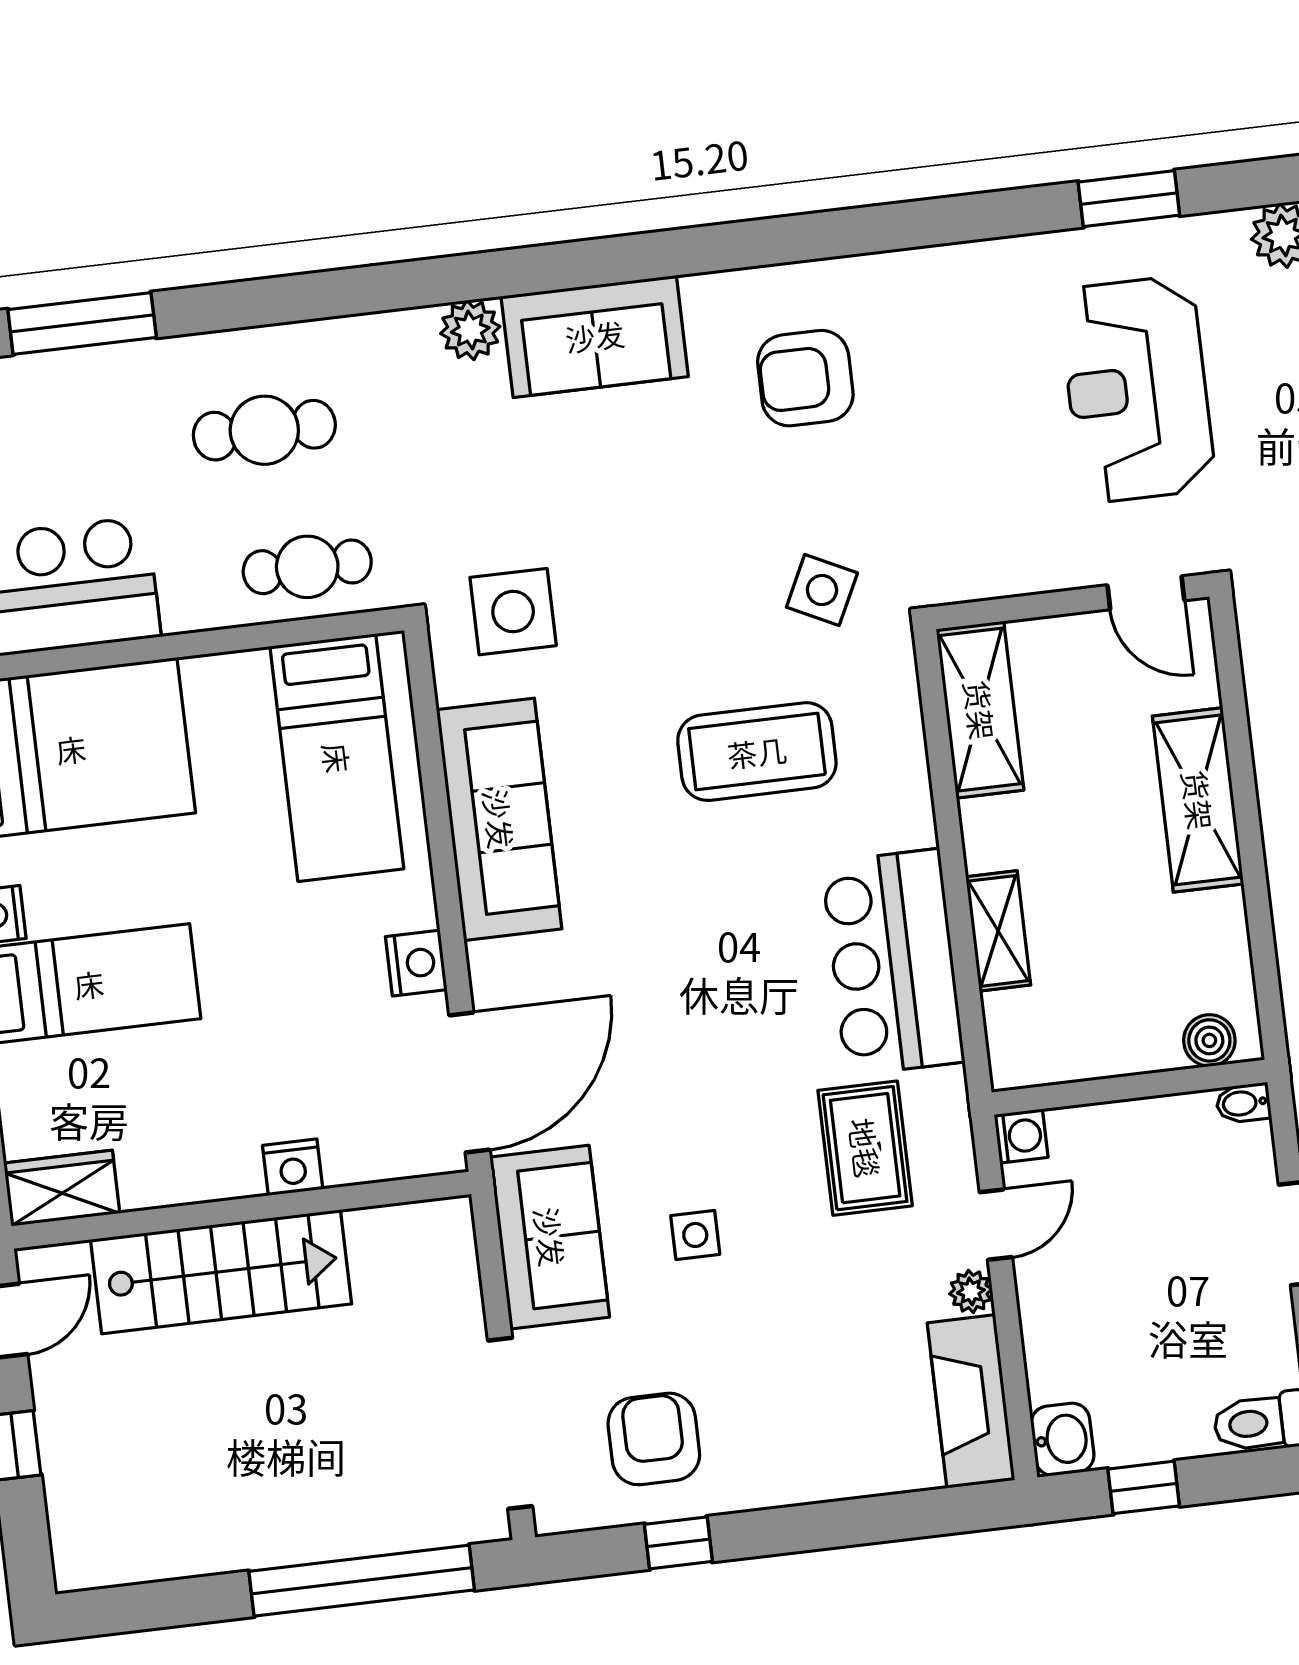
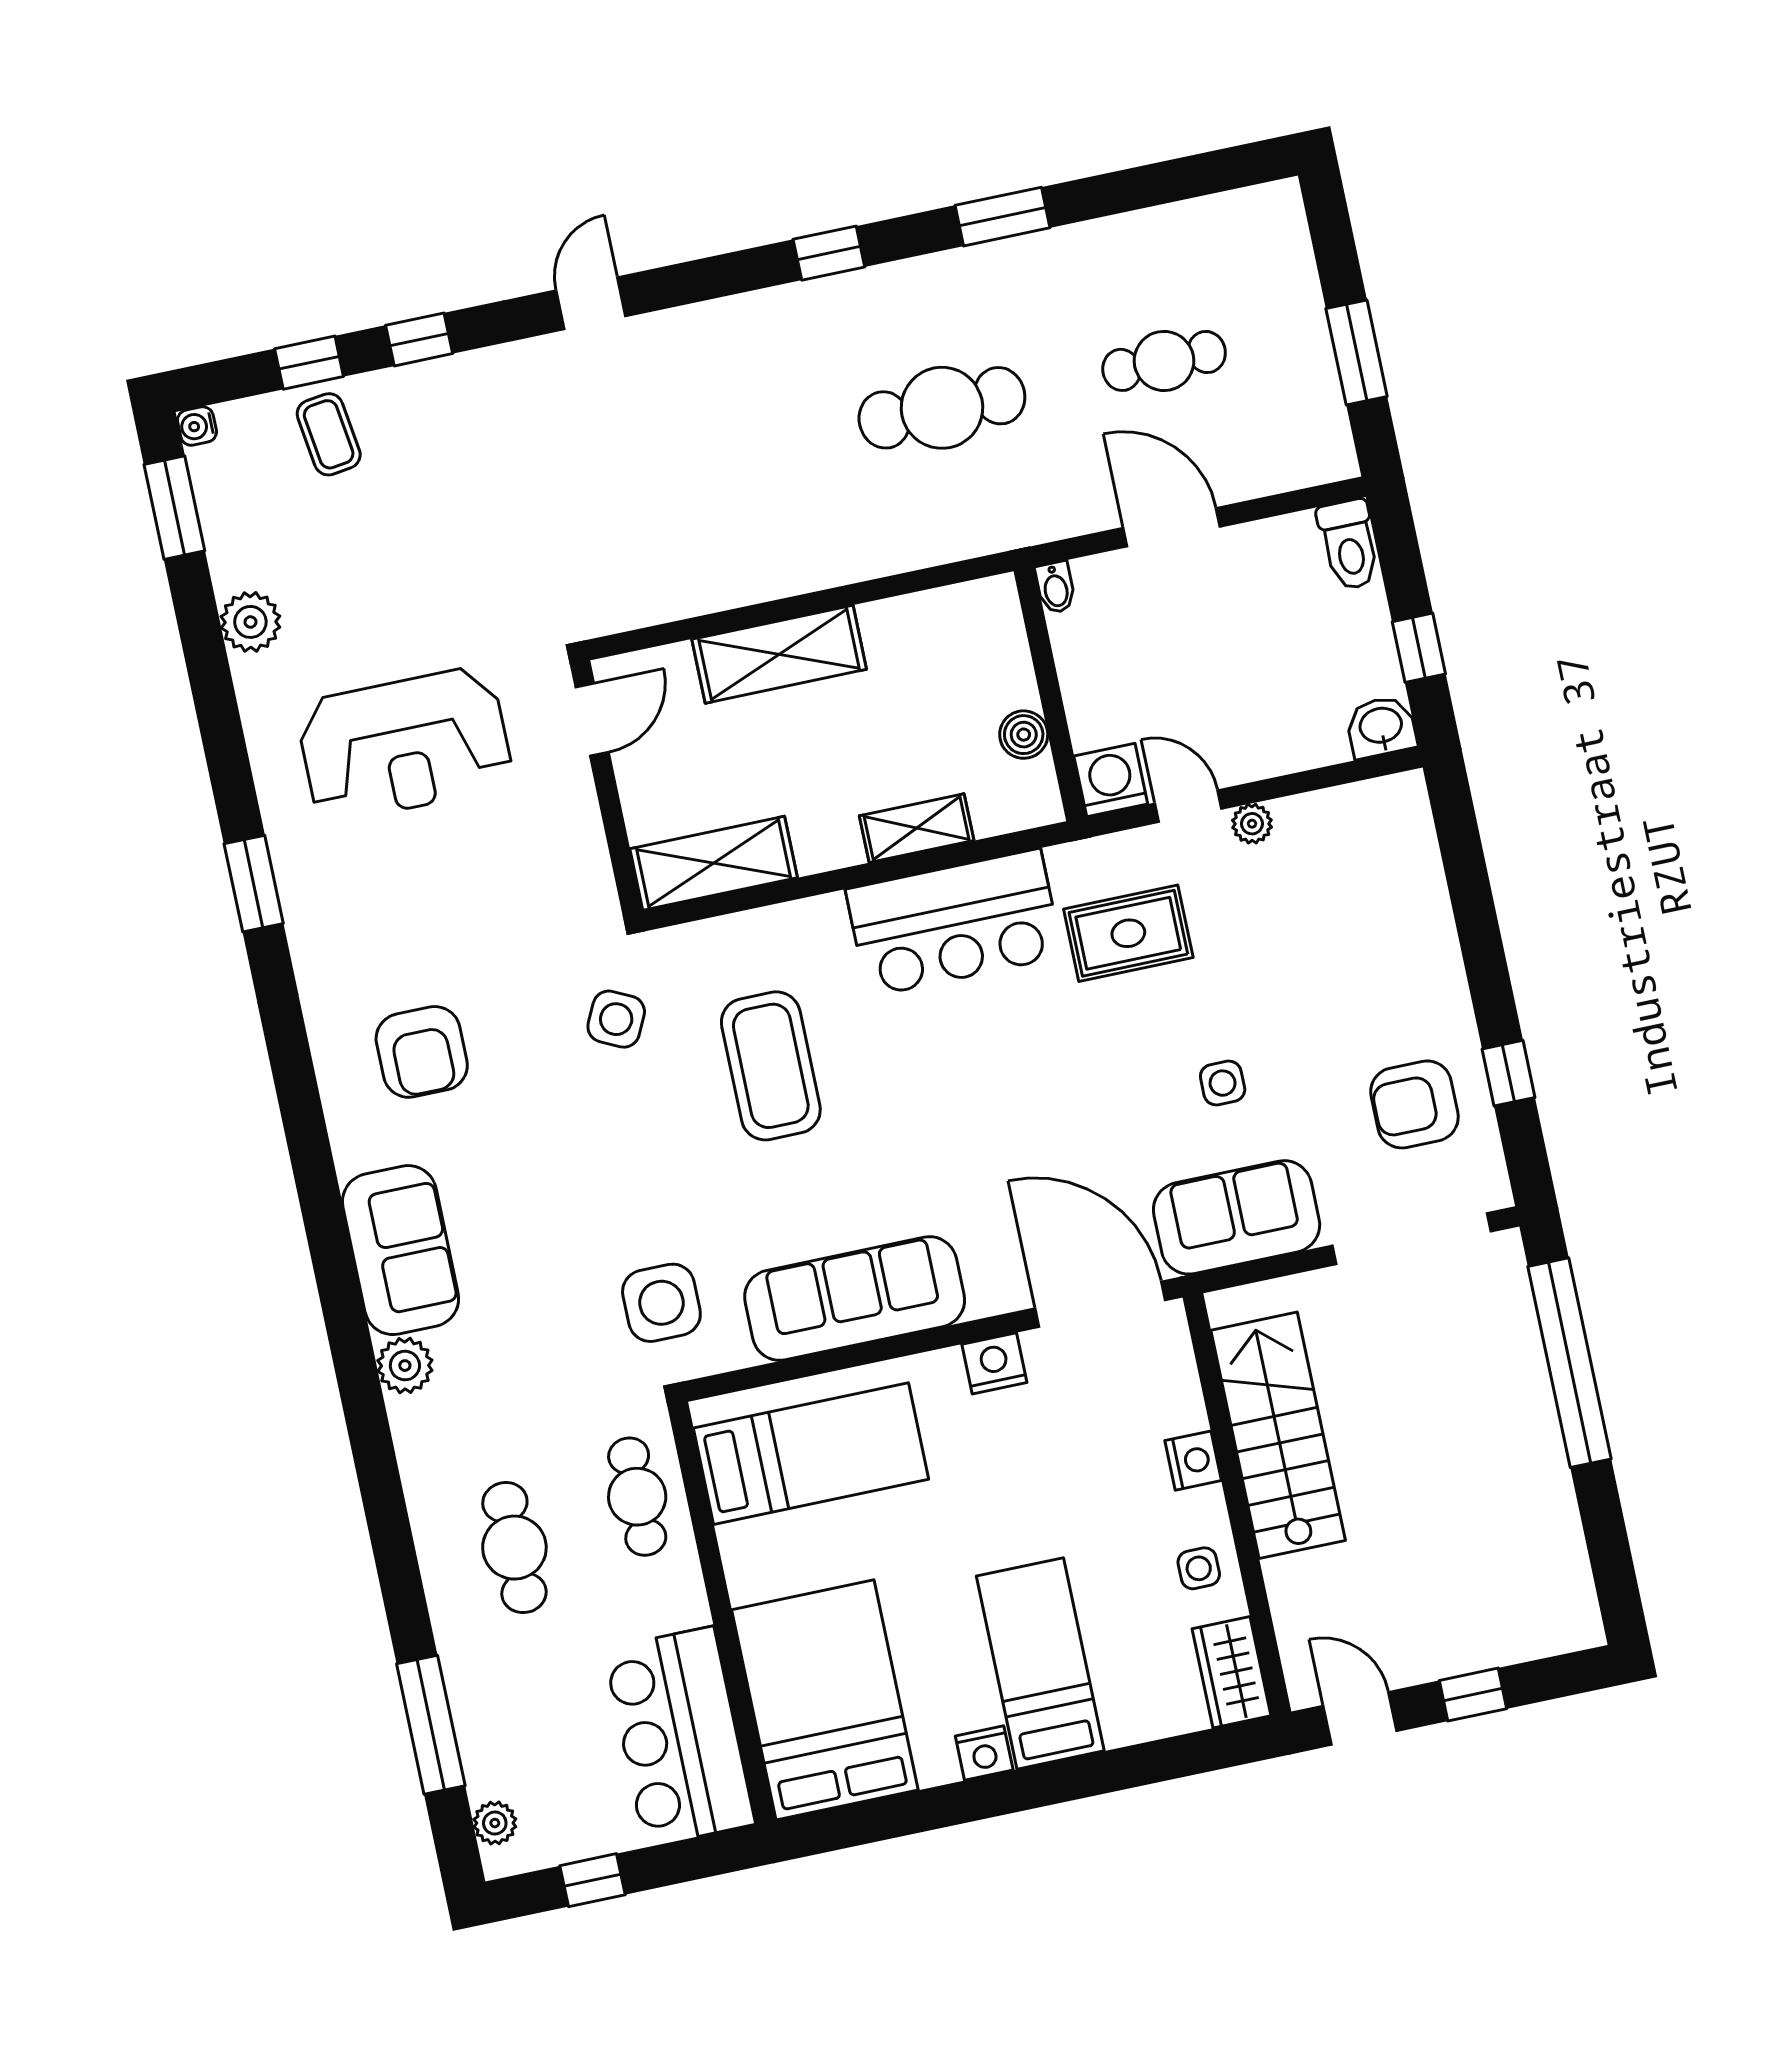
window: (1129, 199) -> (254, 884), moved
boiler: (1209, 1040) -> (1024, 735), moved
washing machine: (1021, 1136) -> (1111, 780), width x1.38, depth x1.38
side table: (176, 1163) -> (1199, 1568), added
stairs: (221, 1272) -> (1278, 1435), moved
fireplace: (971, 1401) -> (1354, 814), removed

